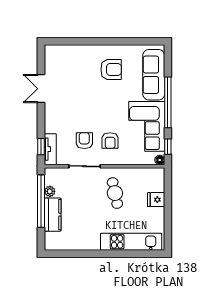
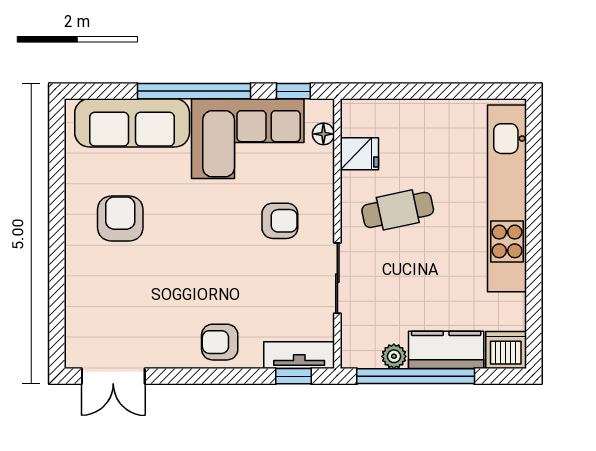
double door: (41, 89) -> (113, 376), moved
armchair: (84, 141) -> (220, 342), moved
floor lamp: (160, 160) -> (323, 134), moved
fridge: (156, 200) -> (359, 154), moved, turned -90
dishwasher: (53, 241) -> (506, 350), added
kitchen unit: (131, 242) -> (507, 198), width x1.36

